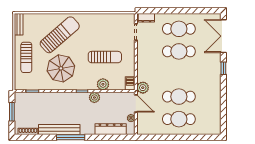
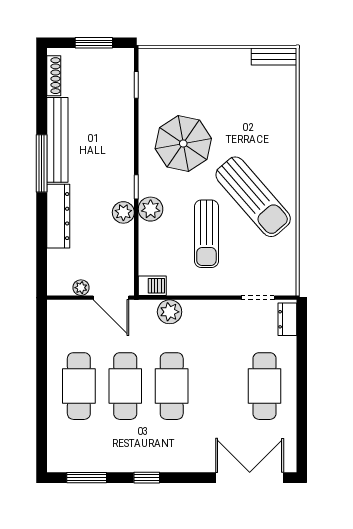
sun lounger: (60, 35) -> (253, 197), moved
cafe table: (179, 51) -> (172, 386), moved
sun lounger: (26, 57) -> (206, 72), removed
window: (223, 68) -> (147, 478), moved
plant: (103, 84) -> (151, 209), moved
plant: (143, 88) -> (170, 312), moved
door: (136, 103) -> (111, 298), hinge flipped
window: (223, 115) -> (87, 478), added
dresser: (111, 129) -> (58, 216), moved

